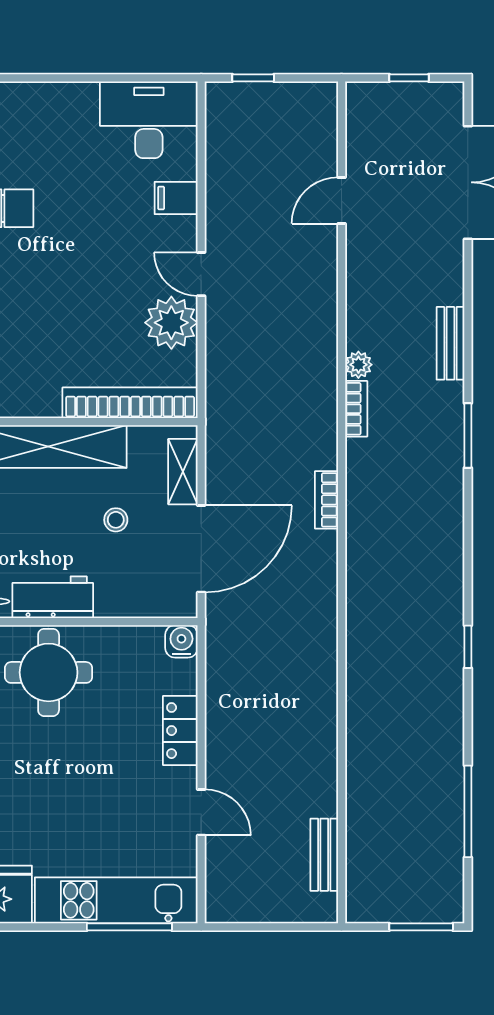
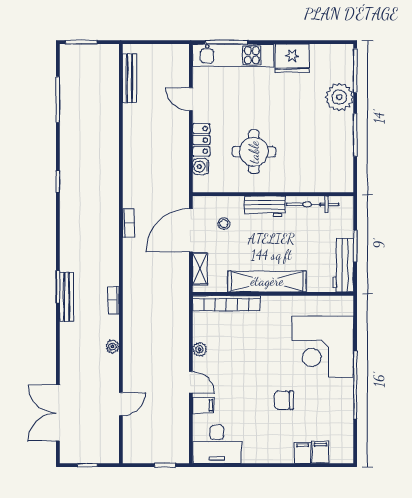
door: (201, 274) -> (191, 382), moved
plant: (171, 323) -> (200, 349), width x0.53, depth x0.53
bench: (450, 343) -> (67, 297), moved, width x1.36
plant: (358, 365) -> (112, 347), moved
bookcase: (326, 500) -> (128, 223), moved
stool: (116, 520) -> (224, 224), moved
water cooler: (181, 641) -> (201, 167), moved, turned 90
round table: (49, 672) -> (254, 152), moved
bench: (324, 855) -> (129, 78), width x1.36

